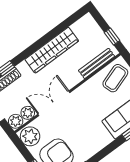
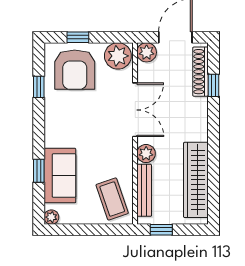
wardrobe: (52, 50) -> (196, 180), moved
plant: (28, 113) -> (146, 154), moved

